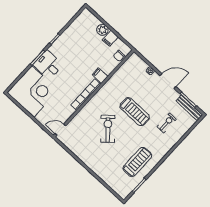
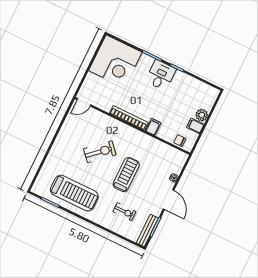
desk: (48, 65) -> (161, 75), moved
treadmill: (135, 112) -> (126, 174), turned 180
door: (60, 130) -> (84, 102), swing flipped
treadmill: (137, 162) -> (74, 193), width x1.37, depth x1.38

